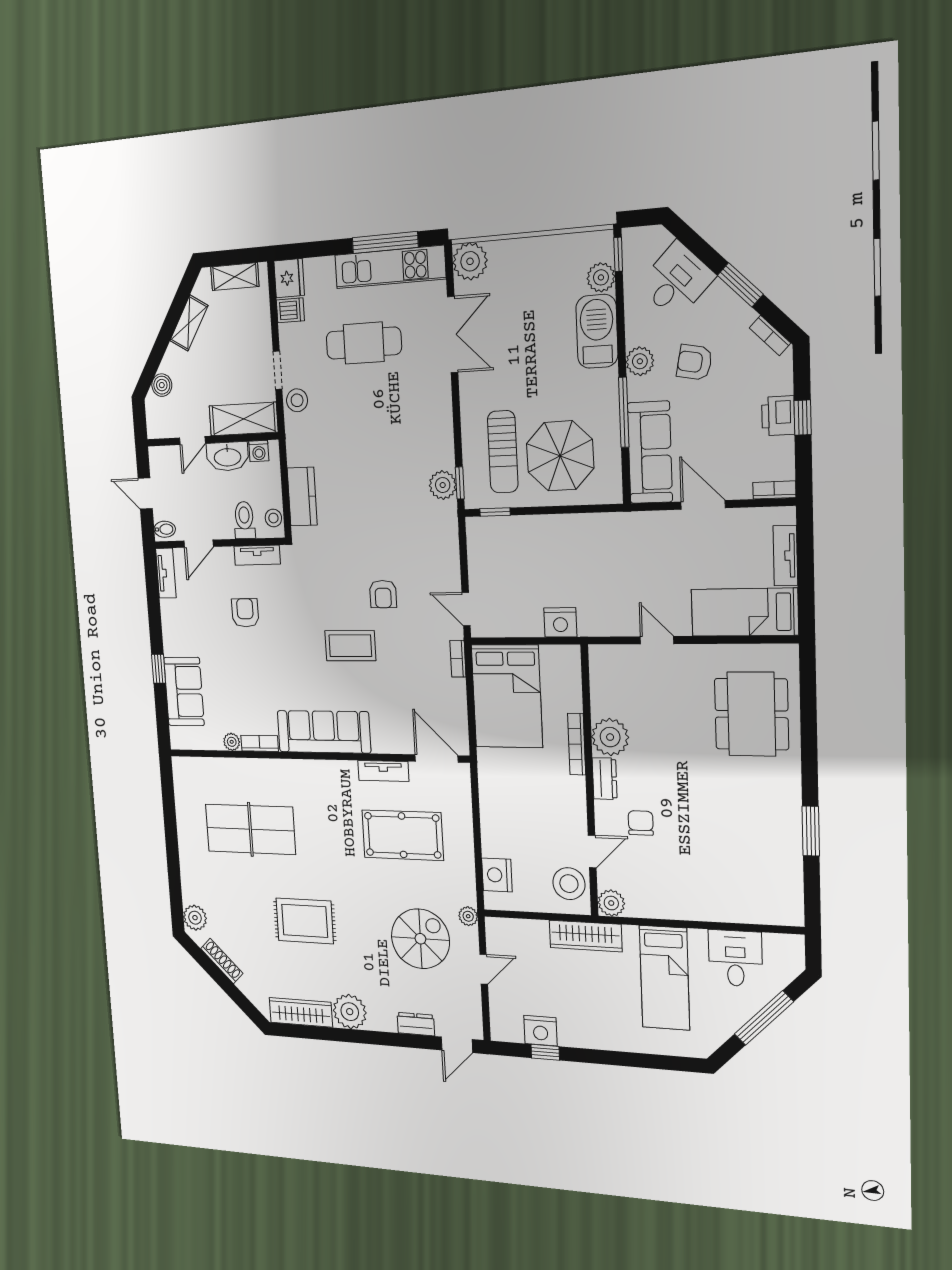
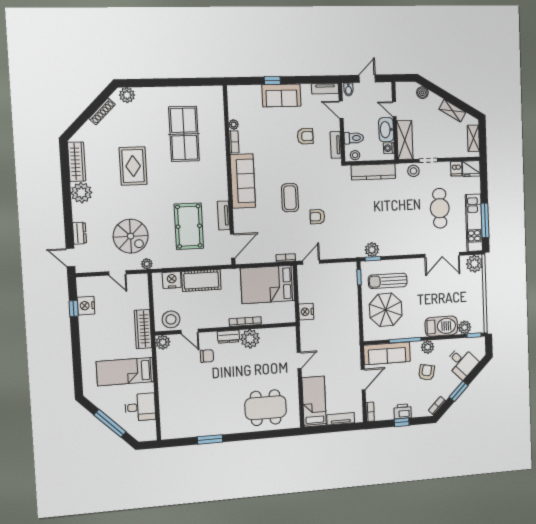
kitchen counter: (302, 497) -> (373, 172), width x1.50
sofa: (184, 691) -> (281, 95), moved
cot: (498, 821) -> (201, 280), added

